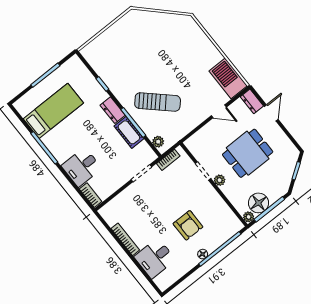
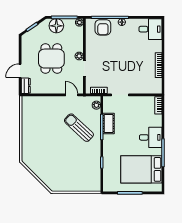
barbecue: (228, 78) -> (29, 109), removed
dresser: (113, 110) -> (108, 143), removed
bed: (53, 111) -> (141, 169), width x1.50
door: (219, 111) -> (72, 95), moved
dining table: (248, 153) -> (51, 59), turned 90
desk: (82, 167) -> (151, 137), moved
floor lamp: (259, 203) -> (56, 26), moved
armchair: (188, 225) -> (103, 27), moved, turned 180
desk: (155, 258) -> (150, 29), moved

